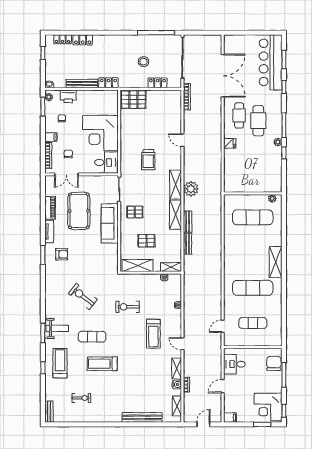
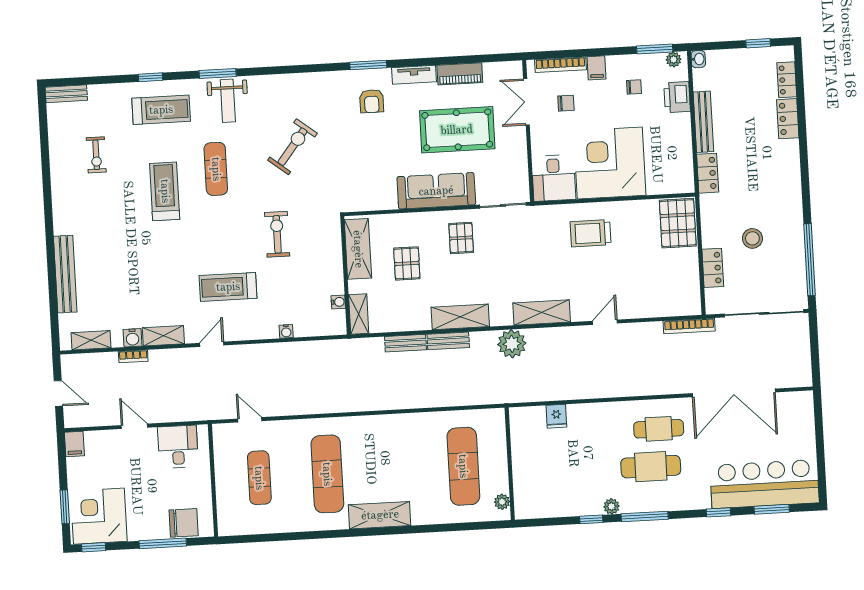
fridge: (230, 143) -> (556, 416), moved
trolley: (148, 160) -> (591, 233), moved
shelving: (176, 185) -> (542, 313), moved

